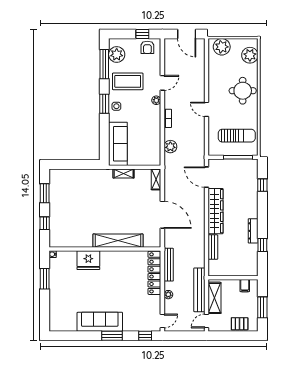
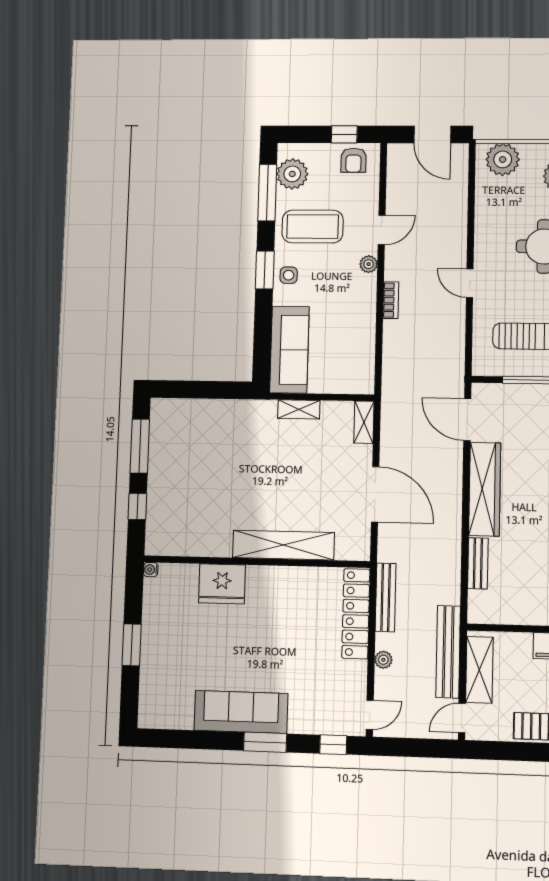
plant: (170, 147) -> (395, 357), removed
window: (45, 193) -> (140, 446), width x1.44
window: (45, 279) -> (132, 645), moved

